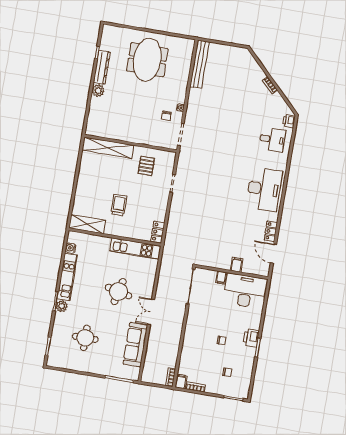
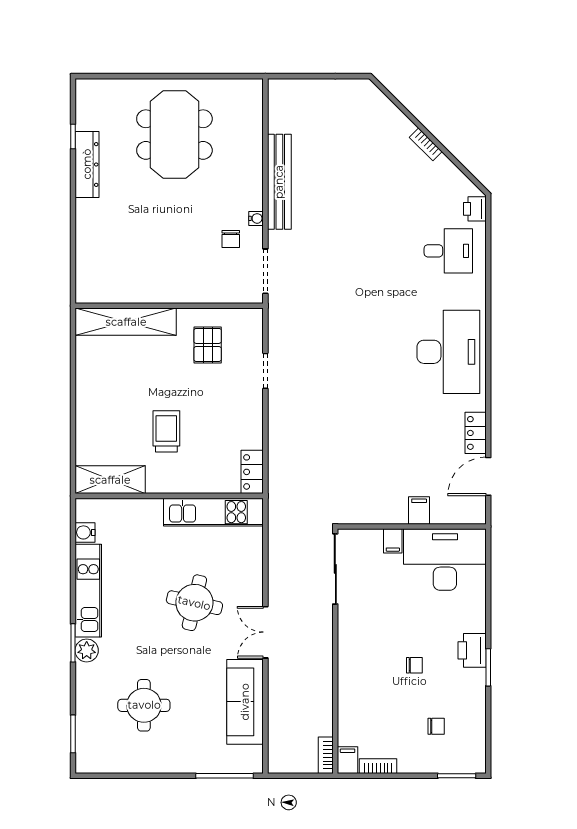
bench: (200, 64) -> (279, 182), moved
plant: (98, 91) -> (87, 212), removed
door: (273, 254) -> (488, 476), hinge flipped

